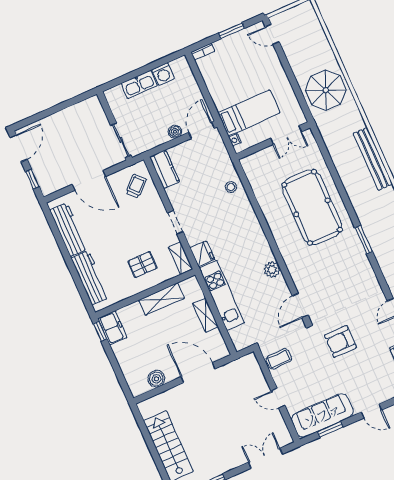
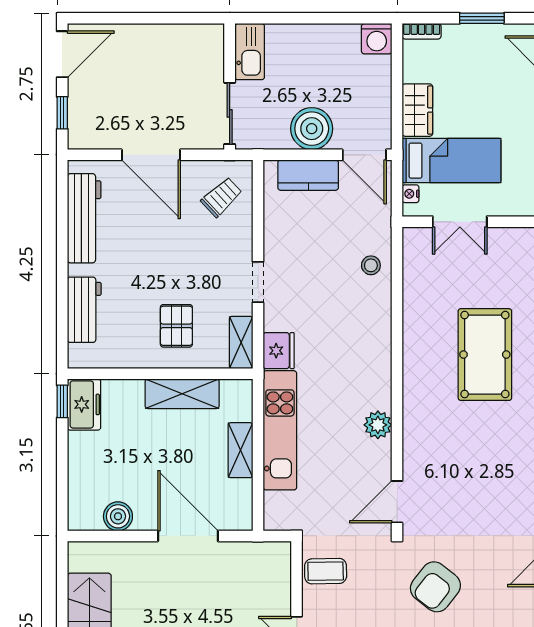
washing machine: (163, 74) -> (377, 39), moved
kitchen sink: (139, 84) -> (250, 52), moved, turned -90
wardrobe: (219, 94) -> (417, 110), added
door: (201, 130) -> (364, 155), swing flipped
boiler: (175, 132) -> (312, 129), width x1.86, depth x1.86
double door: (286, 135) -> (460, 222), moved
kitchen counter: (164, 169) -> (308, 175), moved, turned 90
pool table: (312, 207) -> (485, 355), width x0.73, depth x0.76
pallet: (143, 265) -> (176, 326), turned 90
workbench: (90, 278) -> (84, 310), width x0.73
armchair: (340, 341) -> (435, 587), turned -52

